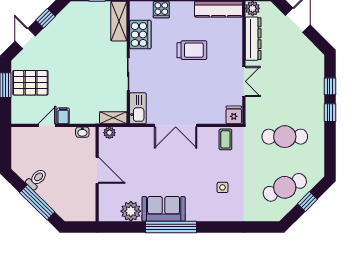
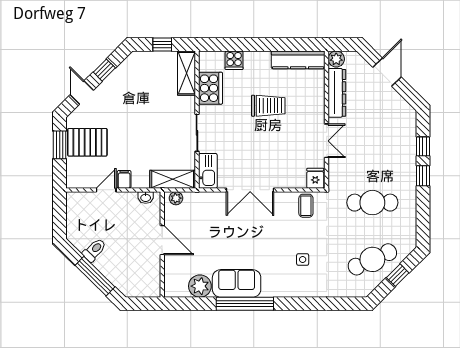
shelving: (113, 118) -> (173, 179), width x1.50, depth x1.33

